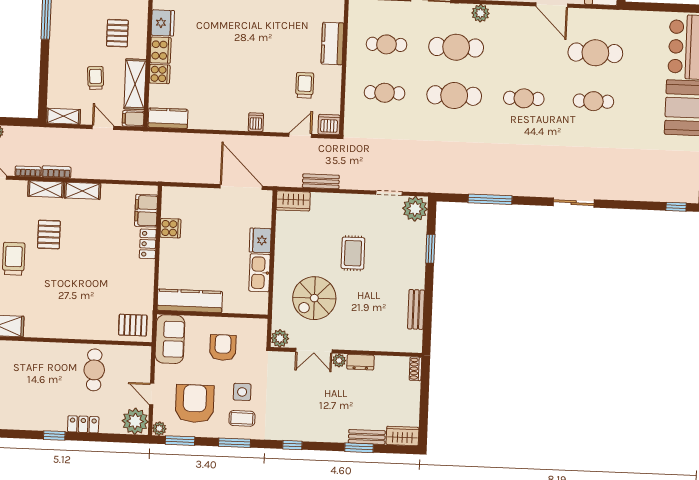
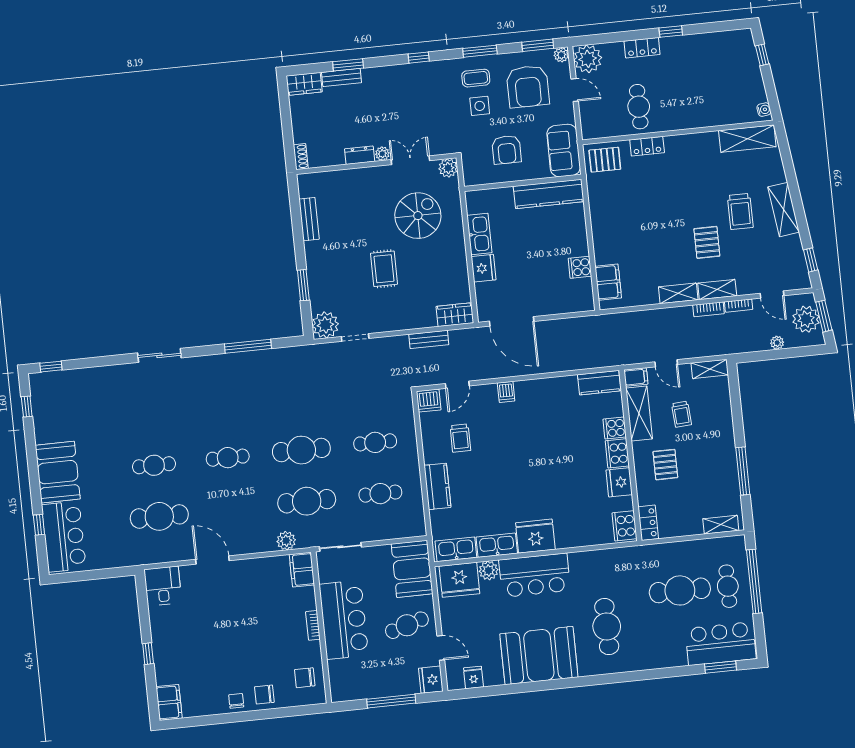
locker: (148, 244) -> (647, 146), moved, turned 90

